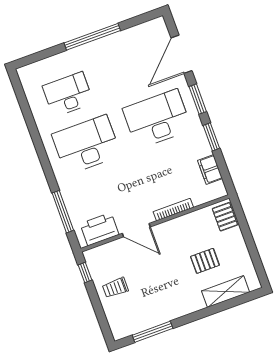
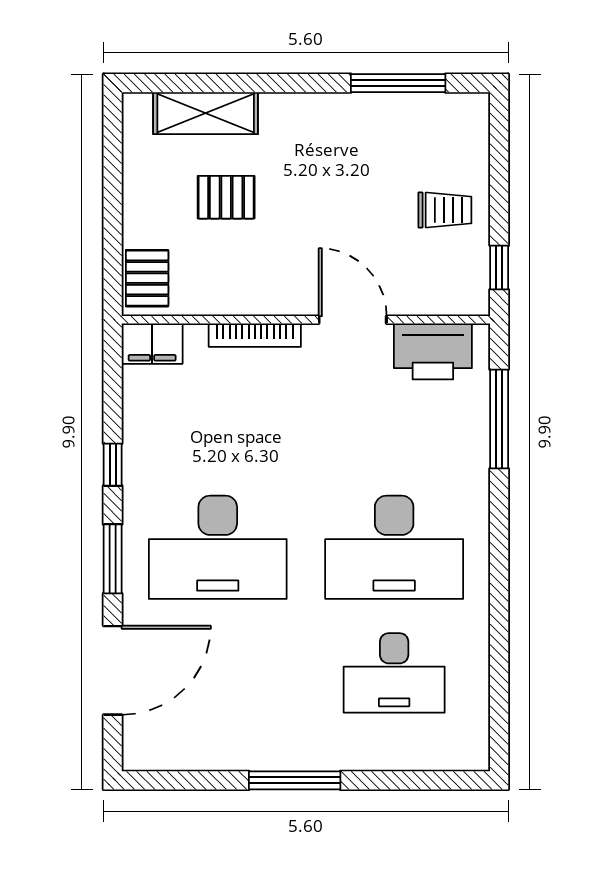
window: (92, 37) -> (295, 780), width x0.68
window: (211, 137) -> (113, 465), width x0.67
filing cabinet: (210, 169) -> (152, 344), moved, turned 90

